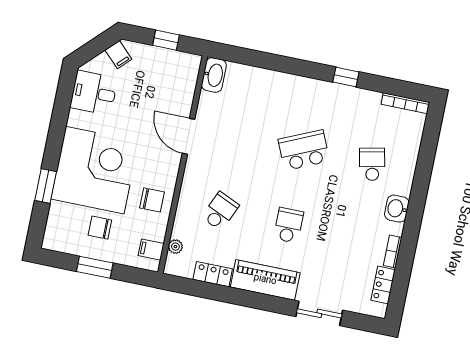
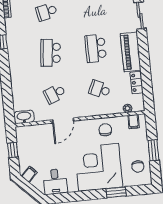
school desk: (236, 136) -> (55, 94), added
school desk: (304, 150) -> (51, 53), turned 30
school desk: (288, 225) -> (96, 48), width x1.85
chair: (100, 228) -> (138, 166), moved

